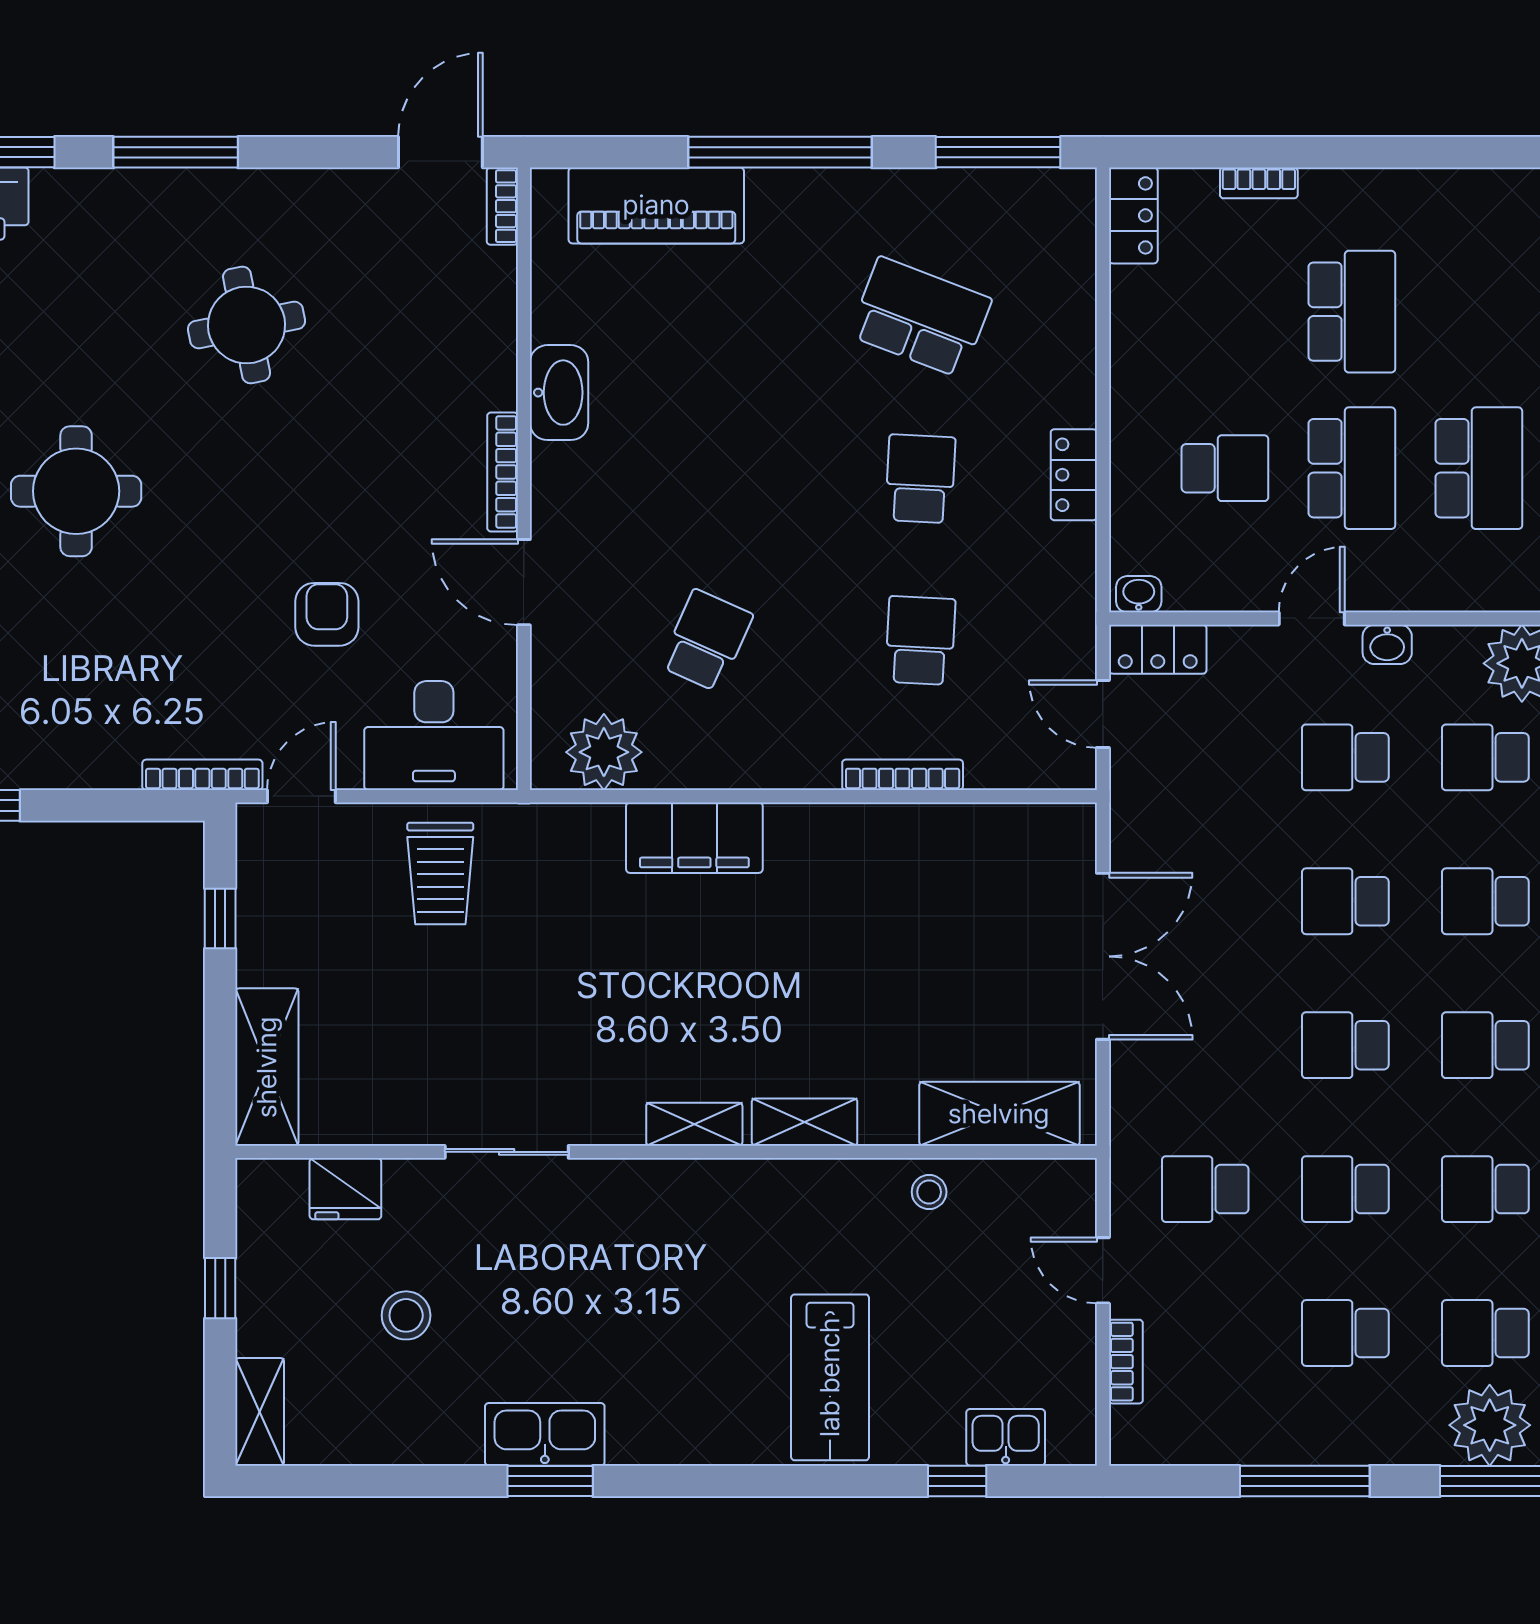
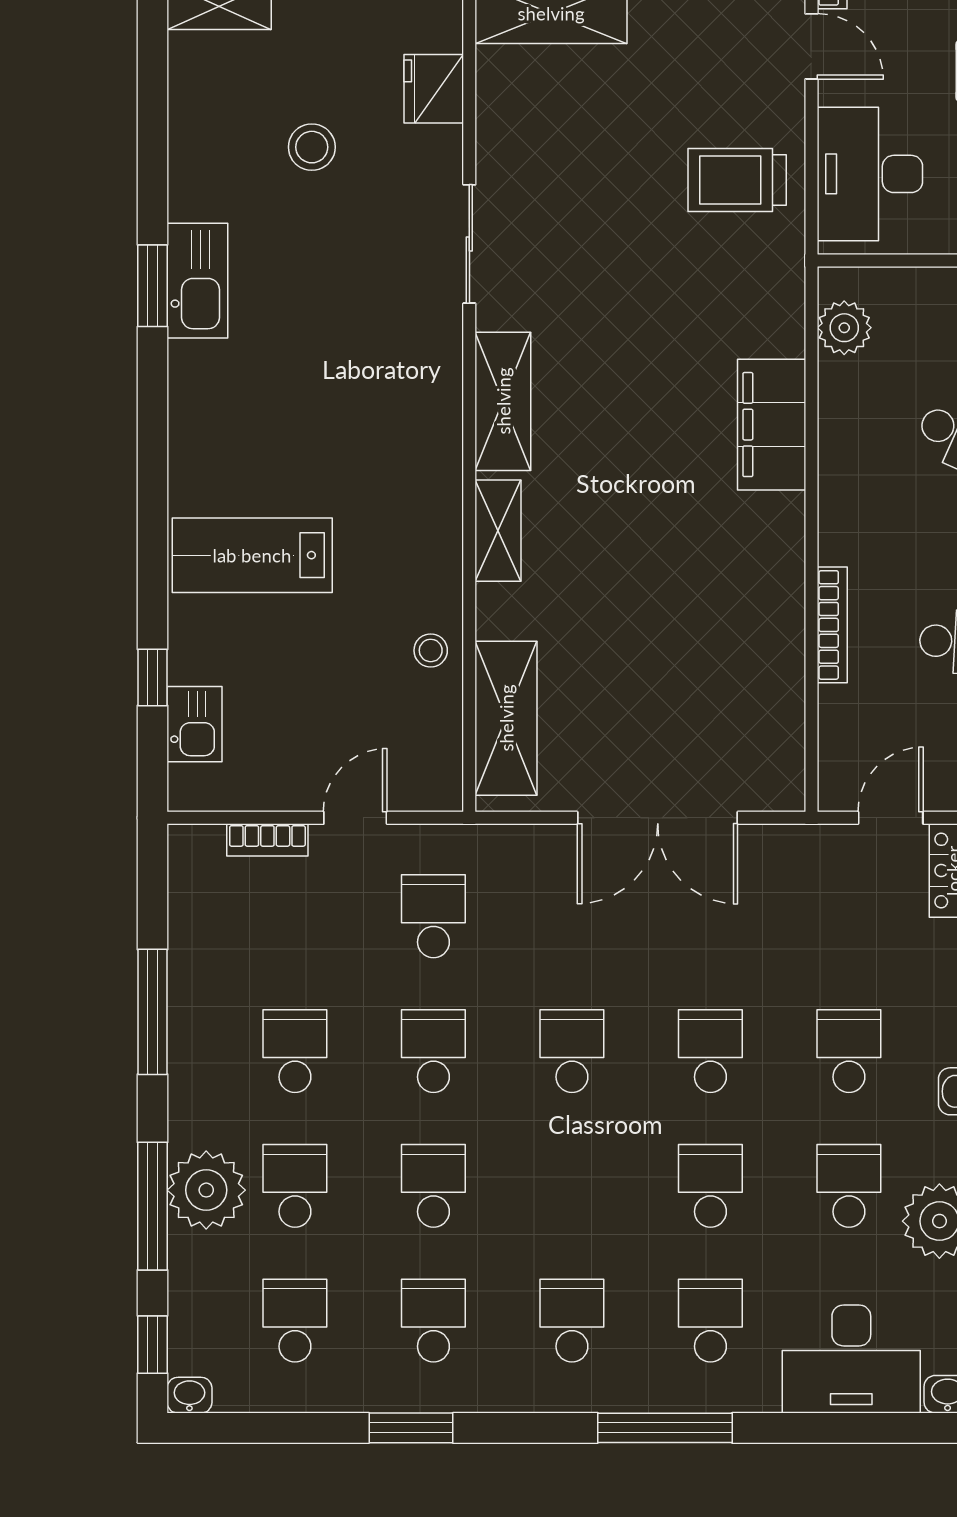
plant: (604, 752) -> (844, 328), width x0.73, depth x0.73
school desk: (1485, 1045) -> (572, 1186), removed
shelving: (694, 1124) -> (503, 401), width x1.50, depth x1.33

